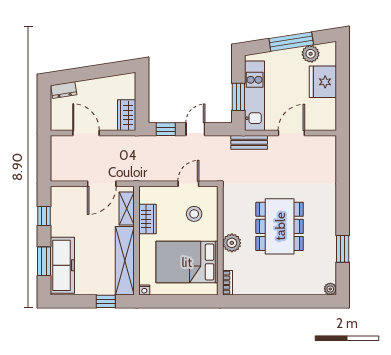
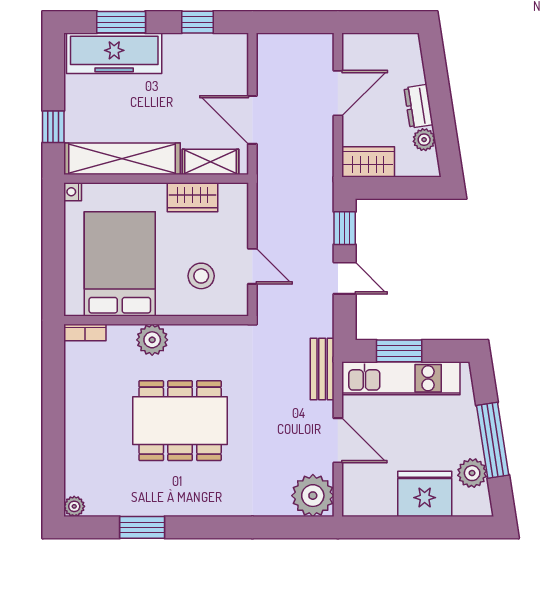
plant: (113, 82) -> (424, 140), added
dresser: (64, 90) -> (418, 106), moved
plant: (324, 148) -> (313, 496), added

